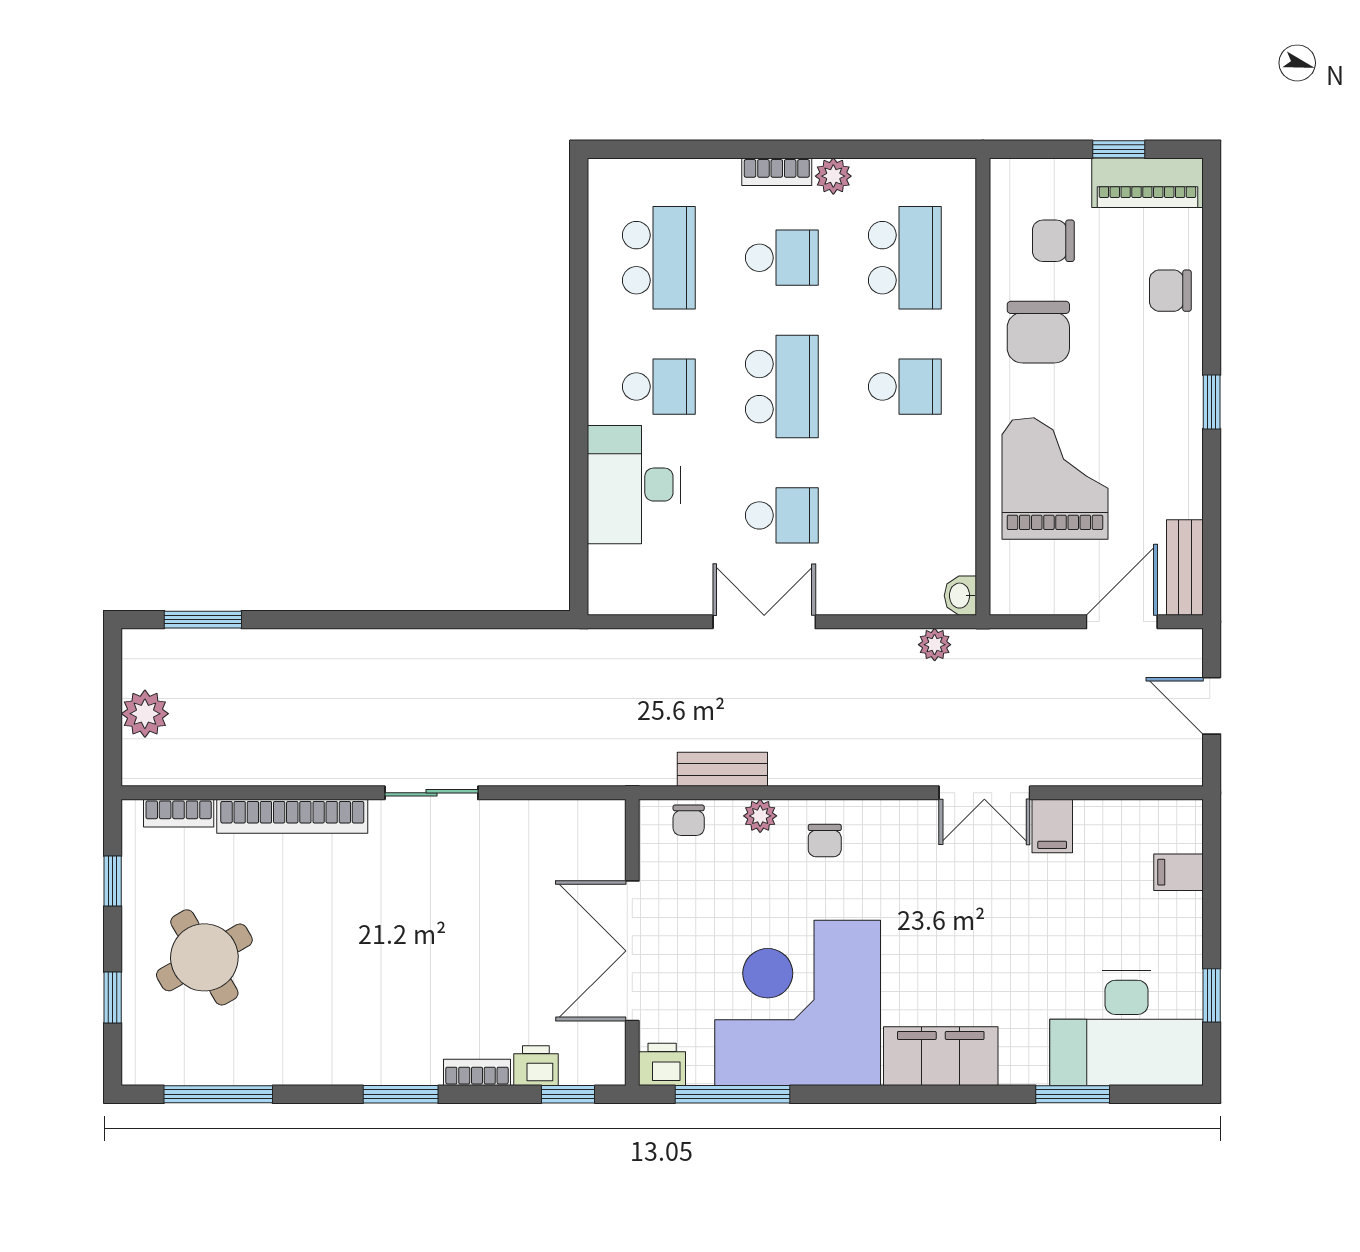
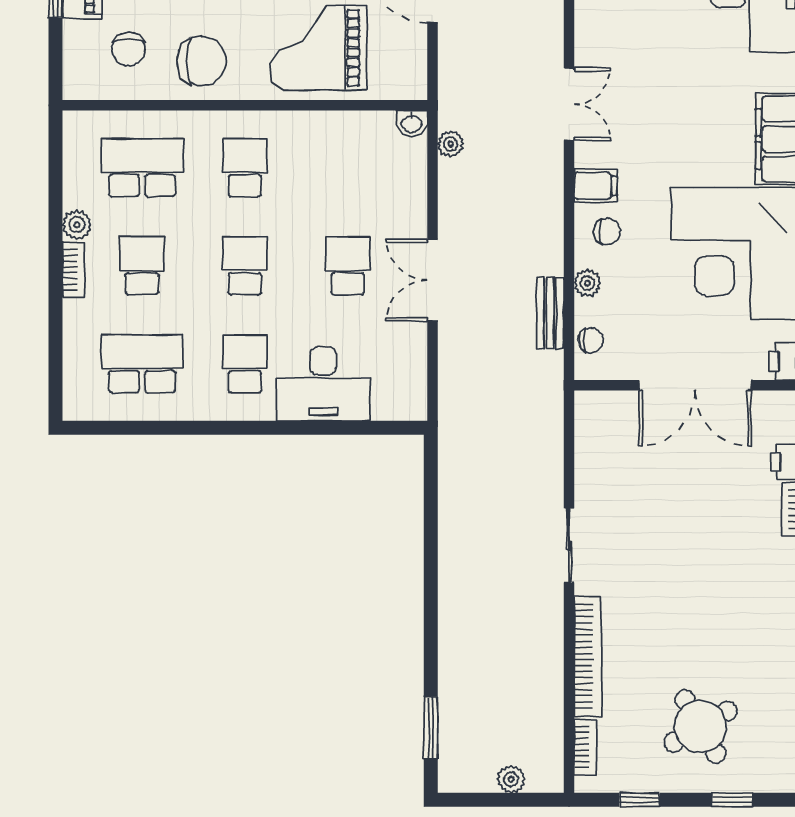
school desk: (782, 387) -> (245, 266), width x0.54
plant: (145, 714) -> (511, 779), width x0.73, depth x0.73
filing cabinet: (1052, 826) -> (596, 186), moved

